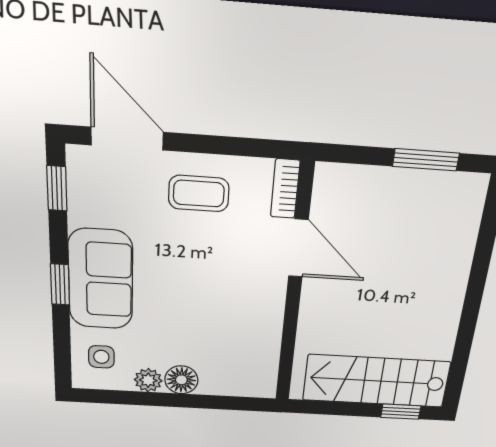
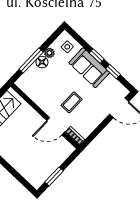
window: (57, 188) -> (113, 72), moved
coffee table: (199, 194) -> (72, 102), moved
window: (198, 401) -> (31, 61), added

